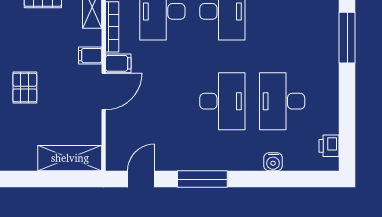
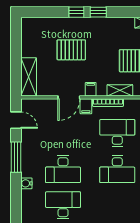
pallet: (25, 88) -> (71, 50), width x1.50, depth x1.42
door: (104, 91) -> (69, 97), hinge flipped
water cooler: (273, 162) -> (26, 183), moved

